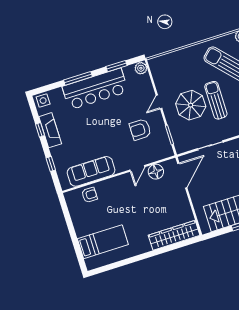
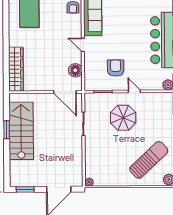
sun lounger: (216, 100) -> (121, 141), removed
door: (137, 168) -> (83, 45), moved

